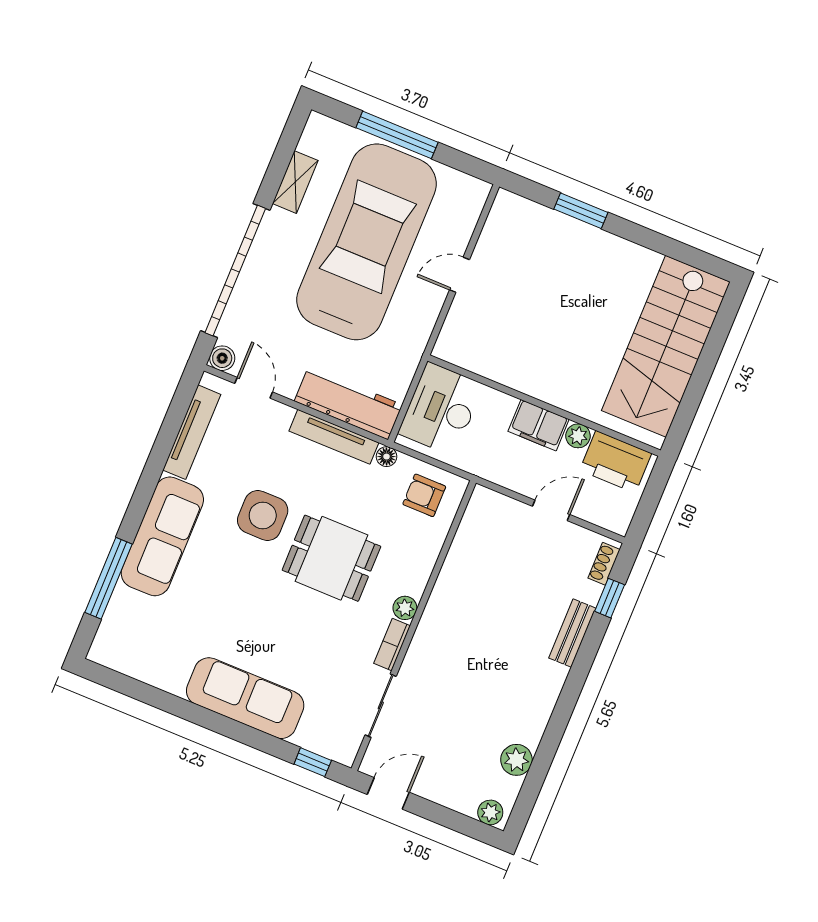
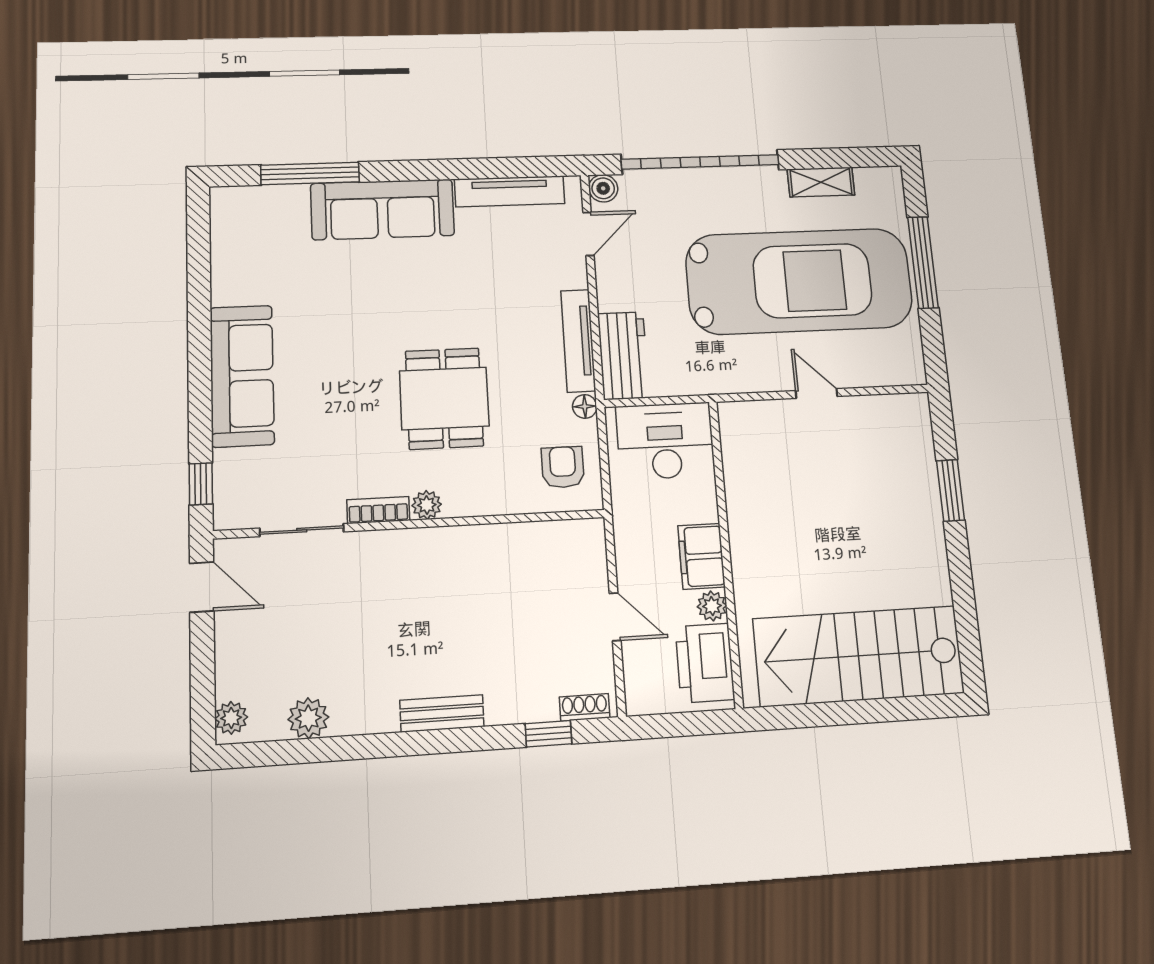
workbench: (348, 403) -> (623, 356), width x0.73
side table: (263, 515) -> (456, 304), removed
bench: (572, 633) -> (442, 713), moved

